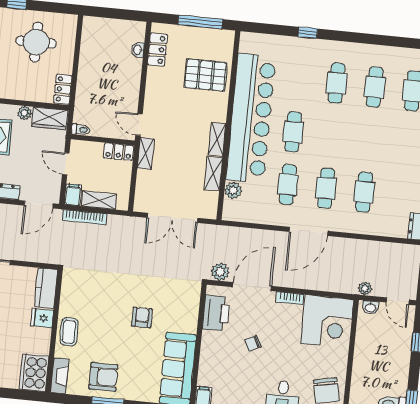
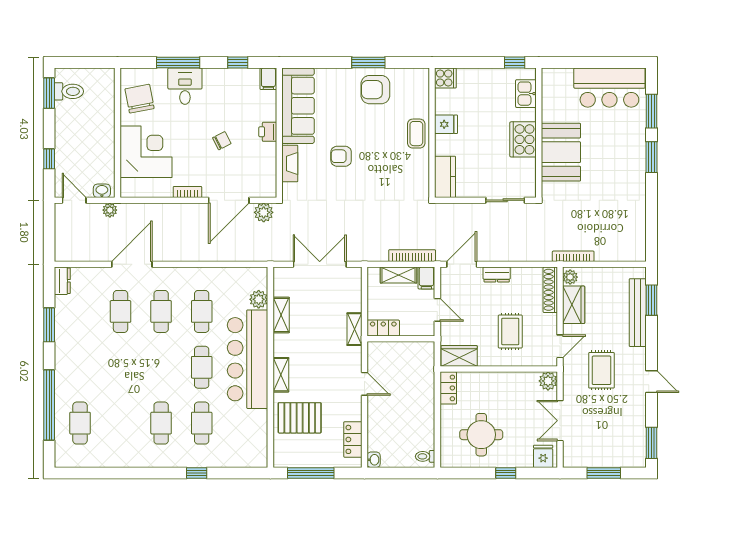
washbasin: (138, 50) -> (374, 460), moved
cafe table: (375, 87) -> (202, 423), moved
plant: (25, 113) -> (486, 359), removed
bar counter: (251, 118) -> (248, 359), width x0.73
door: (139, 125) -> (365, 384), moved
toilet: (81, 130) -> (425, 456), moved
shelving: (217, 139) -> (281, 375), moved
door: (309, 231) -> (132, 264), moved
printer: (216, 313) -> (268, 132), moved, width x0.53, depth x0.68
armchair: (142, 317) -> (341, 156), turned 90
fridge: (42, 318) -> (446, 124), moved
corner desk: (327, 321) -> (146, 152), moved, turned 90
cooker: (34, 373) -> (445, 78), width x0.53, depth x0.76
fireplace: (60, 376) -> (290, 163), moved, turned 180

